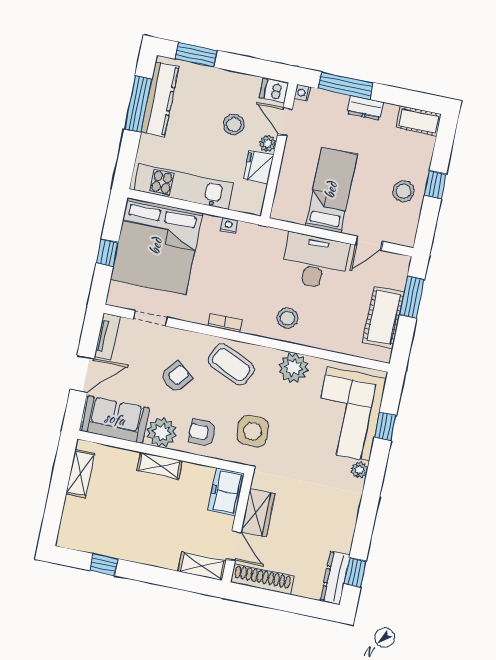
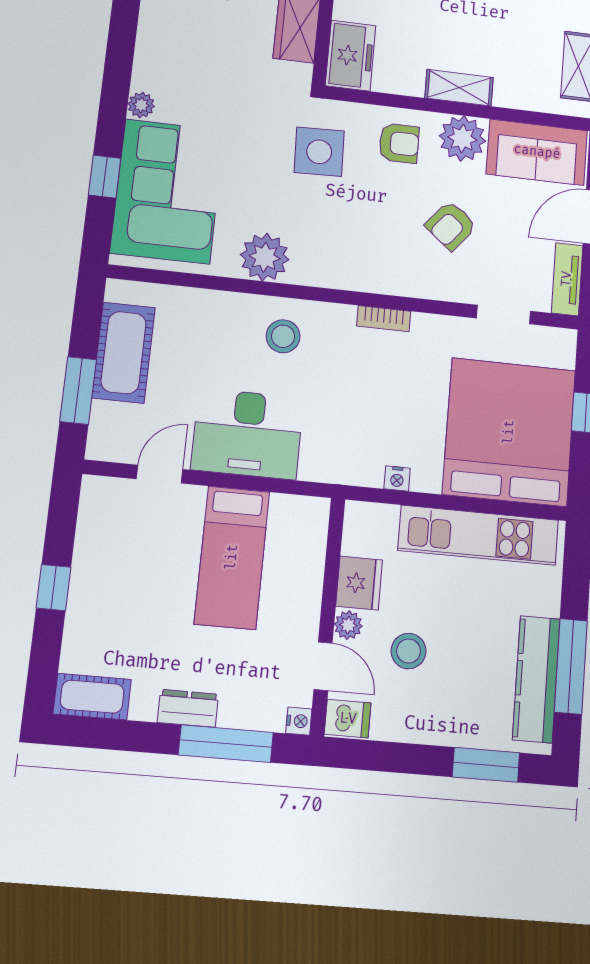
stool: (404, 191) -> (108, 570), removed
coffee table: (231, 364) -> (366, 253), removed

